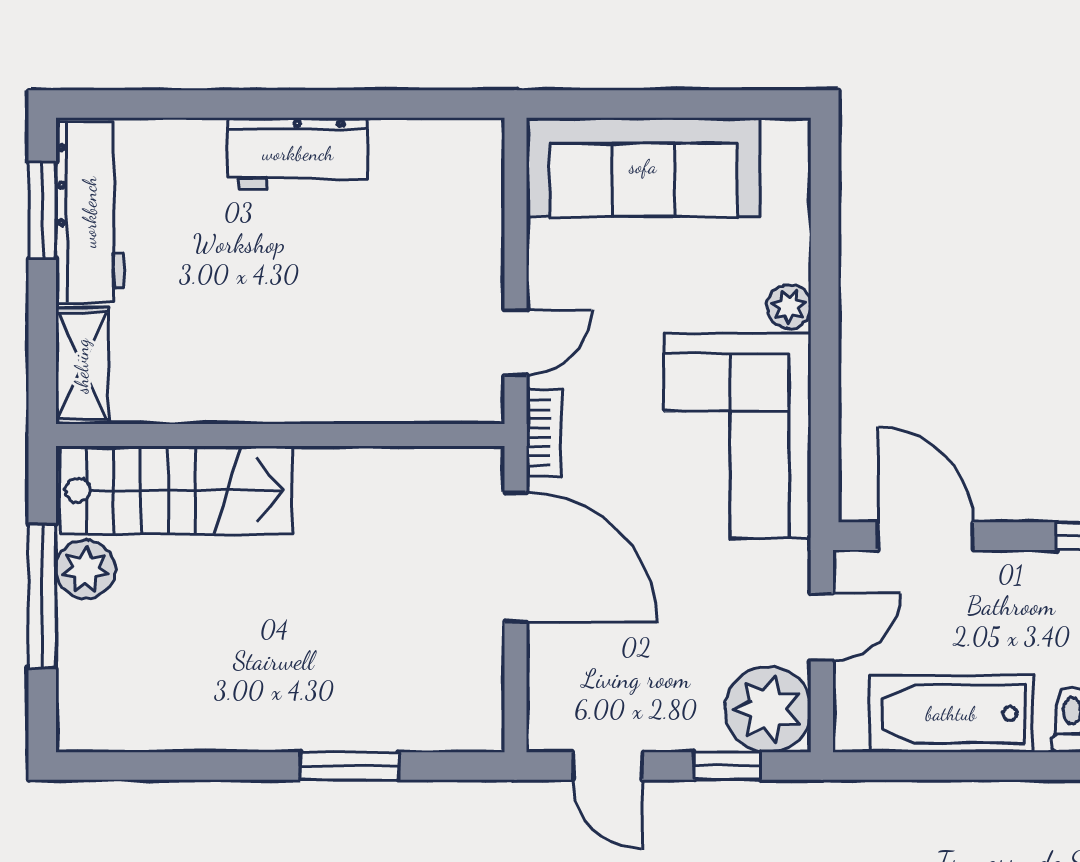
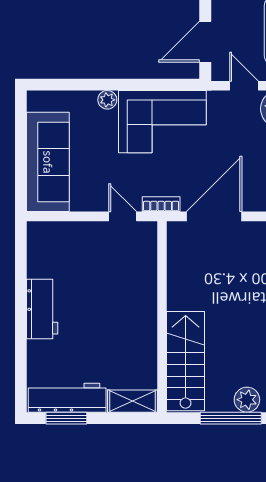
plant: (86, 569) -> (247, 400), moved

